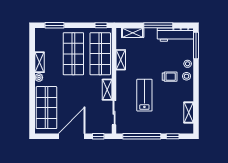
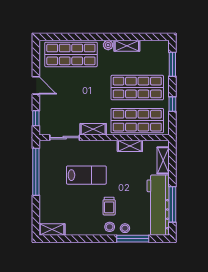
window: (101, 25) -> (172, 104), moved
window: (158, 25) -> (172, 204), moved
workbench: (175, 35) -> (158, 205), width x1.36, depth x1.32
window: (196, 46) -> (133, 239), moved
shelving: (189, 112) -> (52, 229), moved
door: (72, 136) -> (36, 85), width x0.53
window: (173, 136) -> (36, 210), removed

